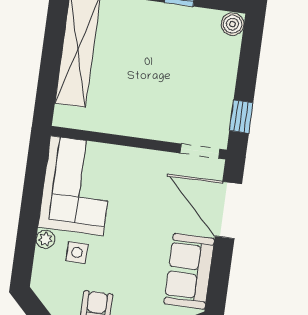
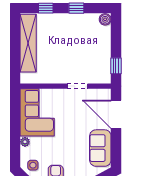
doorway: (200, 151) -> (77, 86), moved
side table: (77, 252) -> (33, 165), moved

